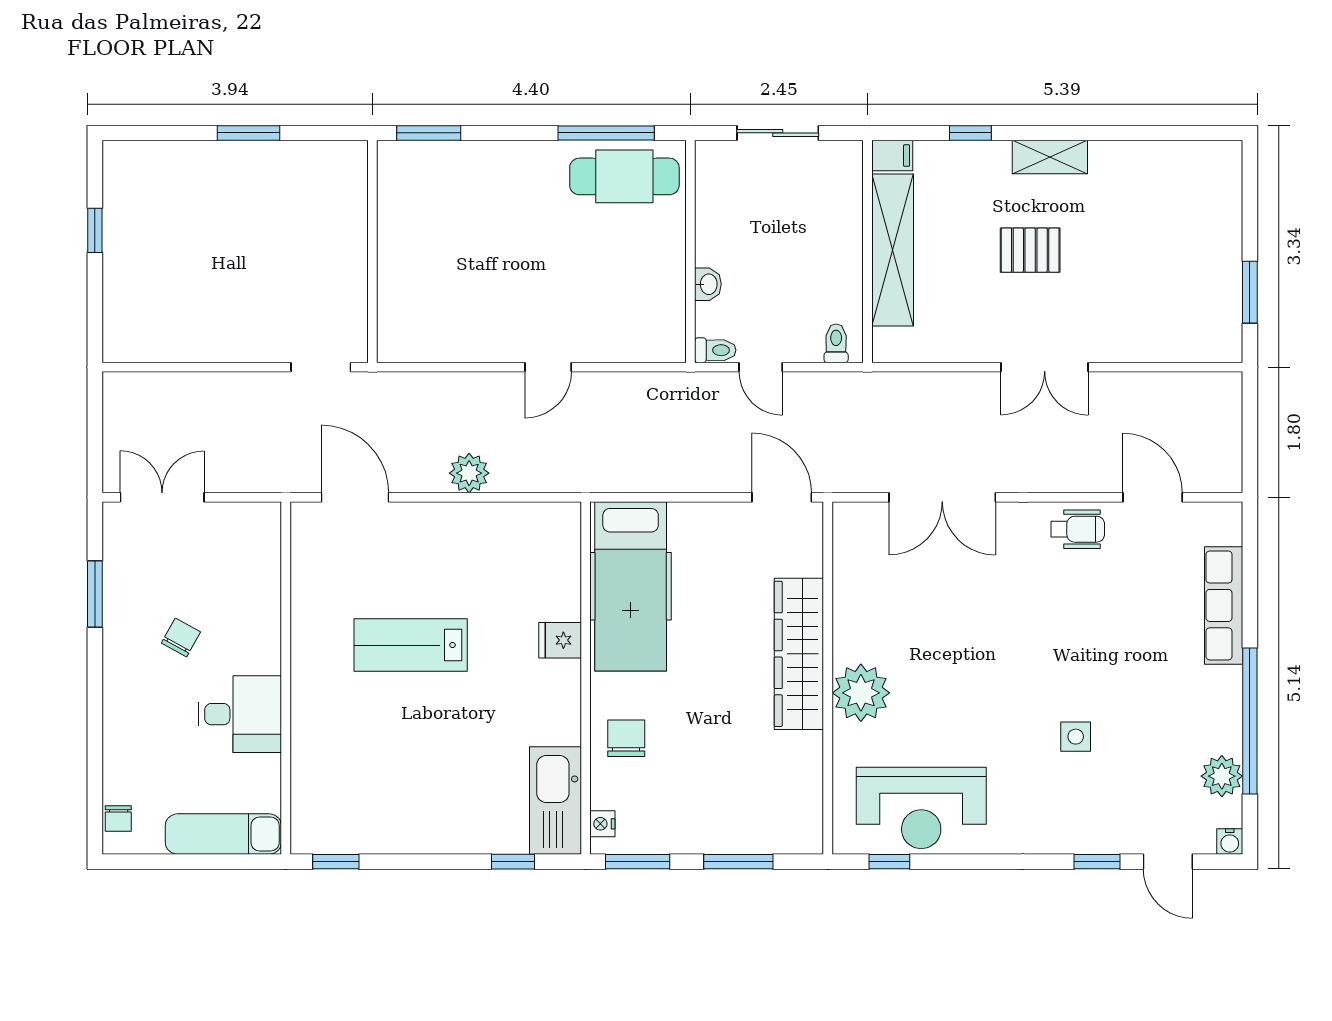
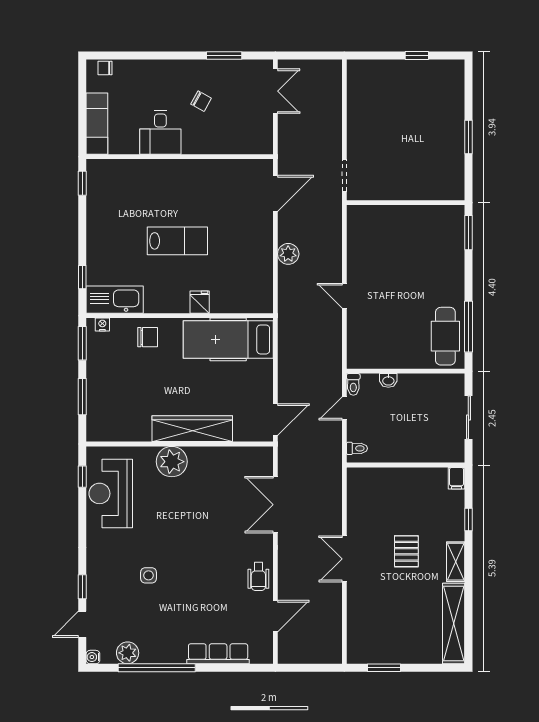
shelving: (893, 250) -> (454, 623), moved, turned 90
lab bench: (411, 645) -> (177, 241), moved, turned 90

